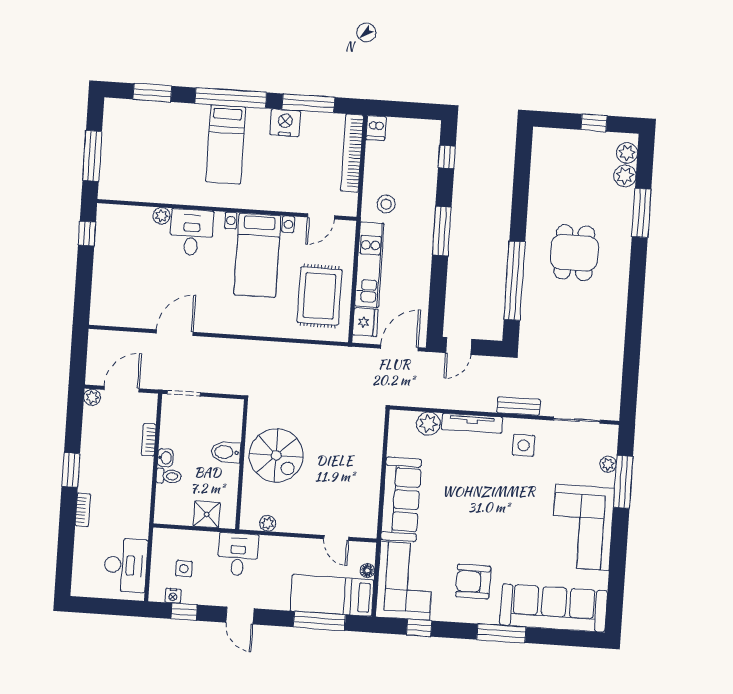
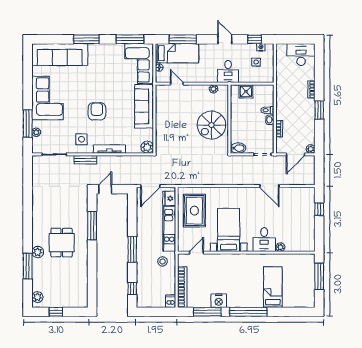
window: (152, 93) -> (290, 312), removed
bed: (226, 144) -> (273, 287), moved
plant: (625, 176) -> (38, 252), moved
window: (87, 234) -> (319, 209), moved
window: (515, 281) -> (92, 226), width x0.68
door: (175, 333) -> (269, 186), hinge flipped
door: (459, 346) -> (105, 189), moved
plant: (428, 424) -> (147, 147), moved
bidet: (226, 452) -> (238, 148), moved
spiral stairs: (276, 455) -> (211, 125), turned -90
desk: (126, 565) -> (301, 55), moved, turned 90
armchair: (473, 582) -> (97, 111), moved, turned -90
window: (419, 628) -> (130, 39), width x2.17

